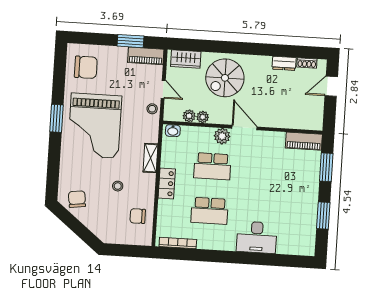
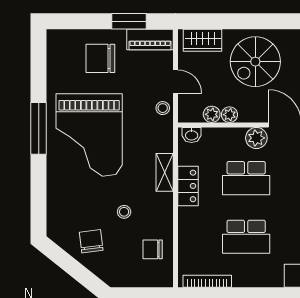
chair: (86, 67) -> (100, 58), moved, turned 180
window: (56, 118) -> (39, 128), width x1.44
locker: (167, 183) -> (188, 186), moved
chair: (77, 199) -> (91, 241), moved

